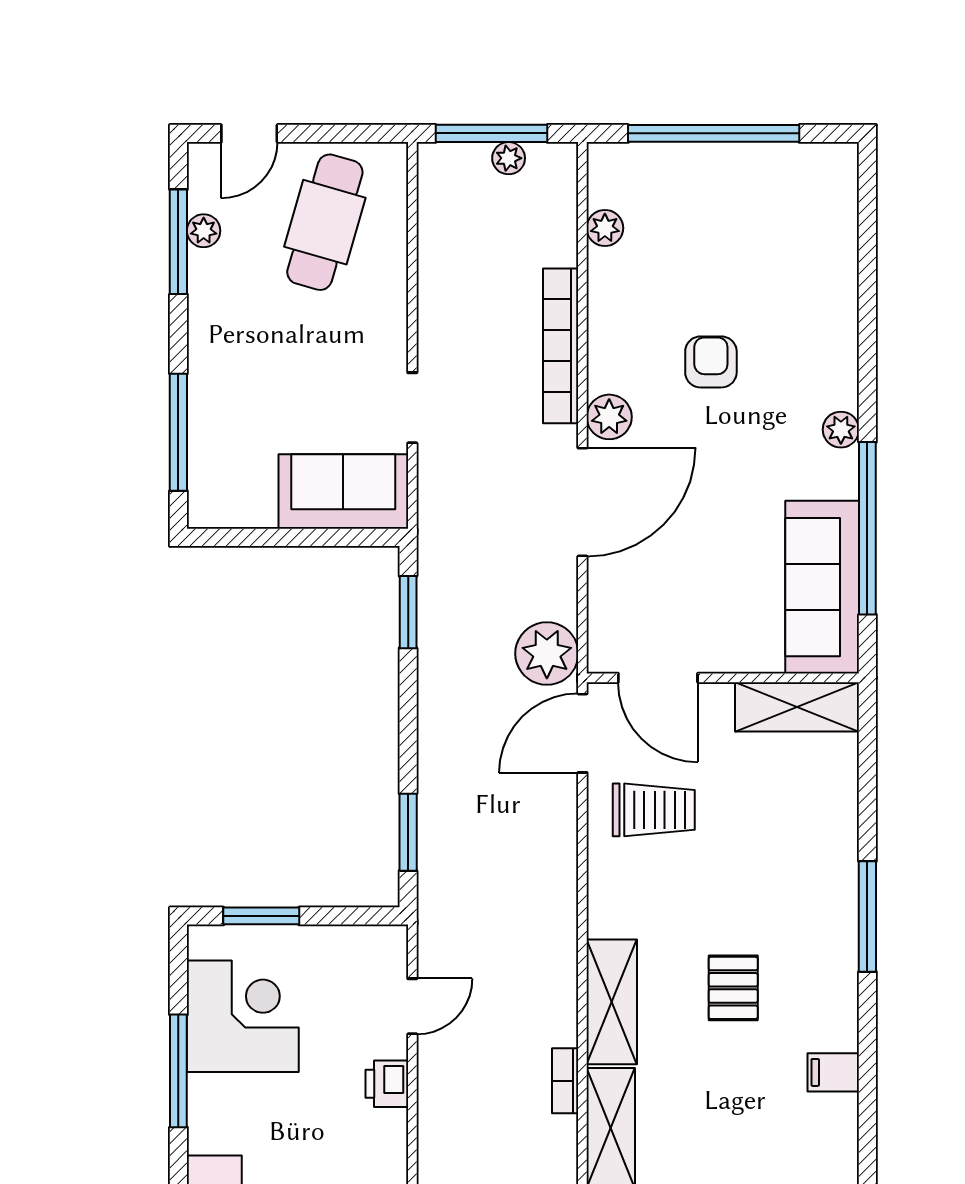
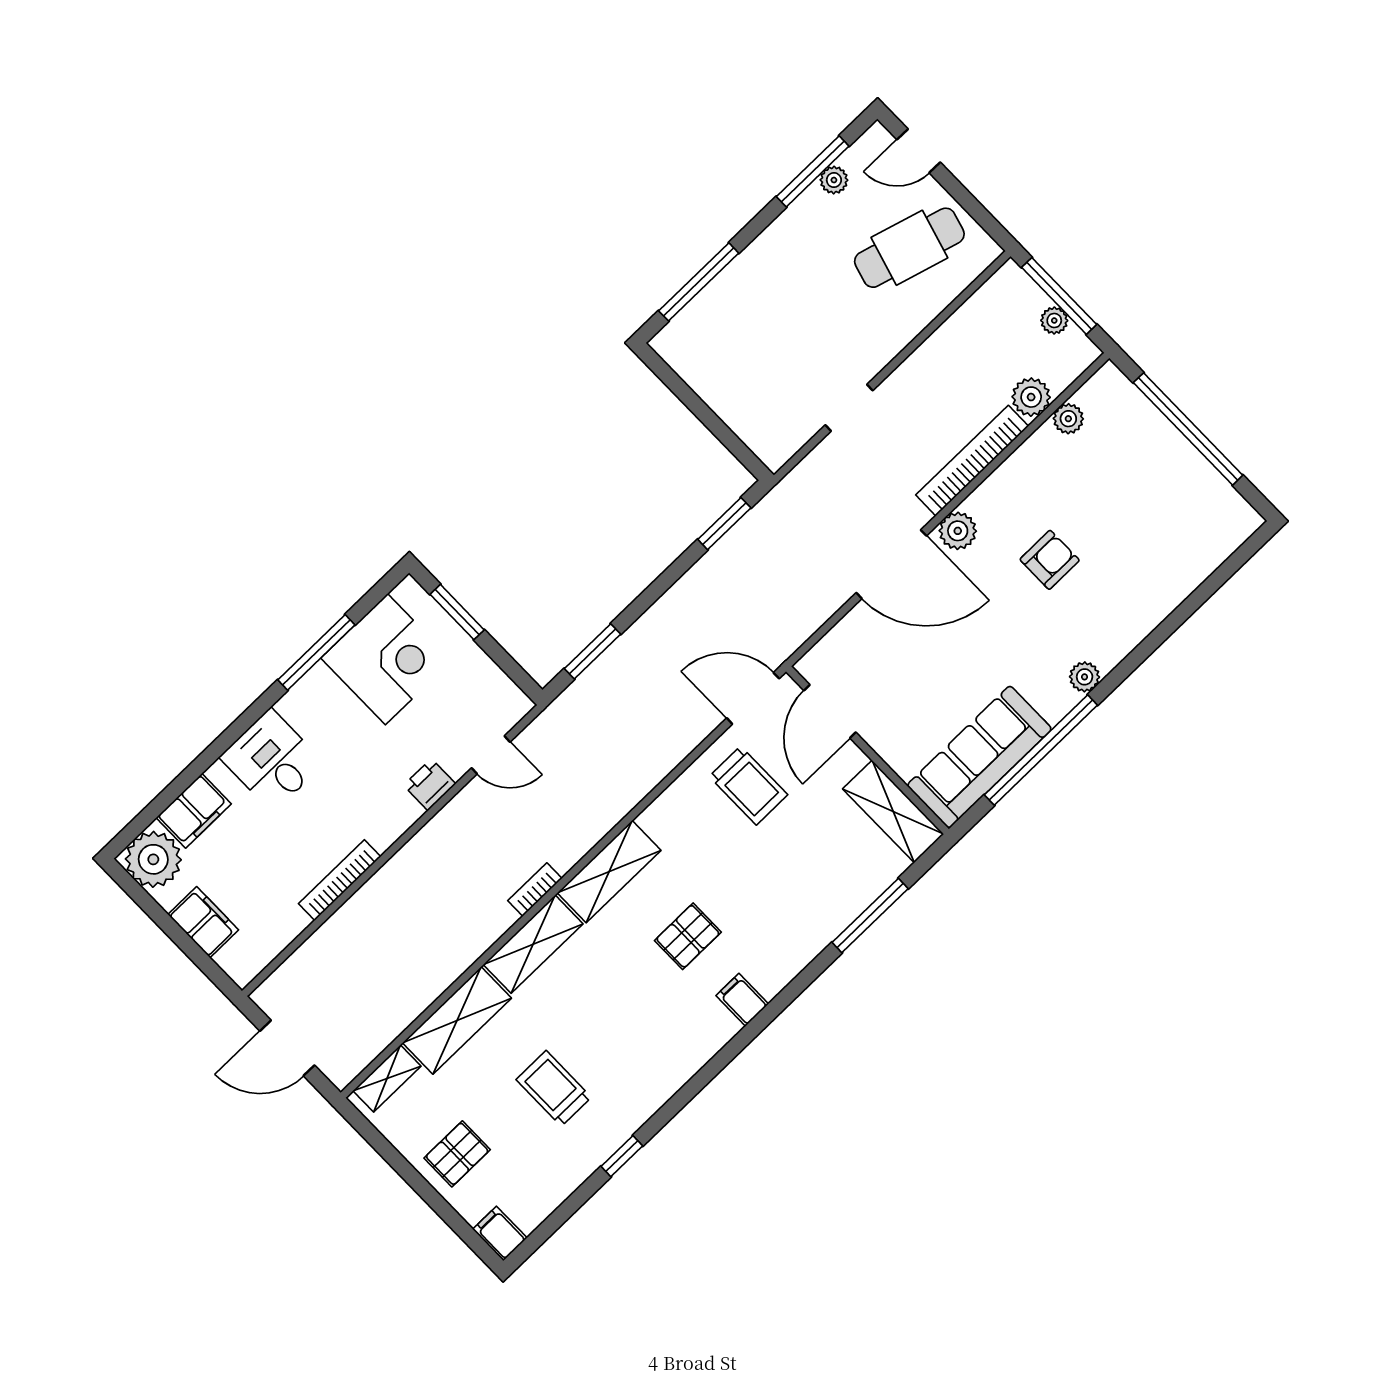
sofa: (343, 491) -> (759, 415), removed
plant: (547, 654) -> (1031, 397), moved, width x0.73, depth x0.73
window: (867, 917) -> (870, 916), moved
filing cabinet: (833, 1072) -> (742, 1000), moved

